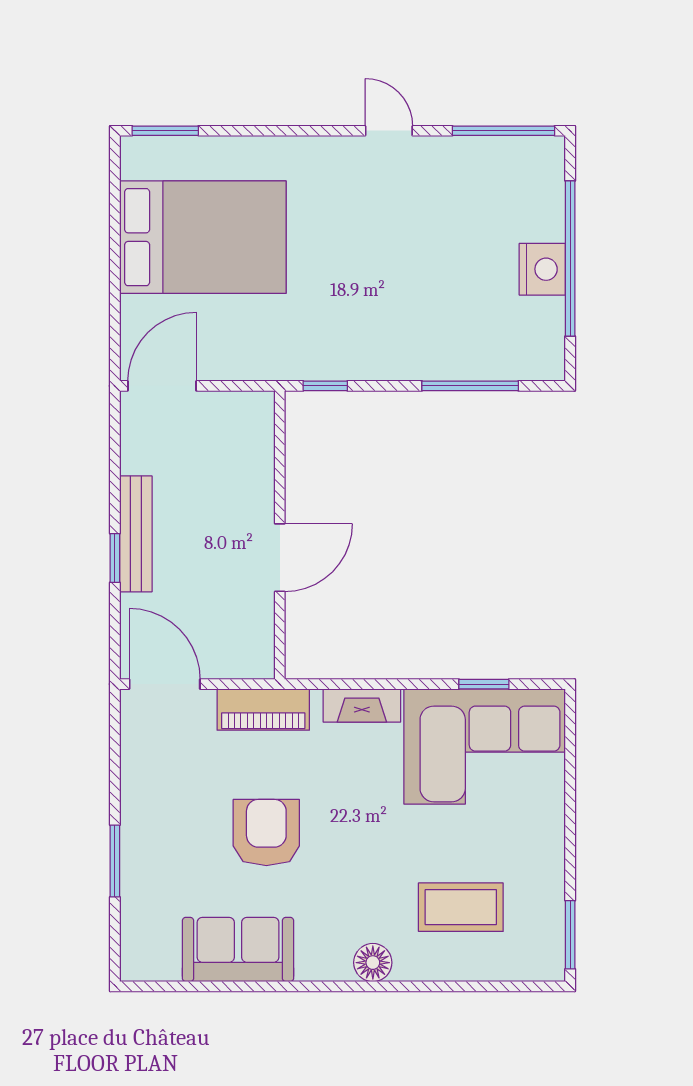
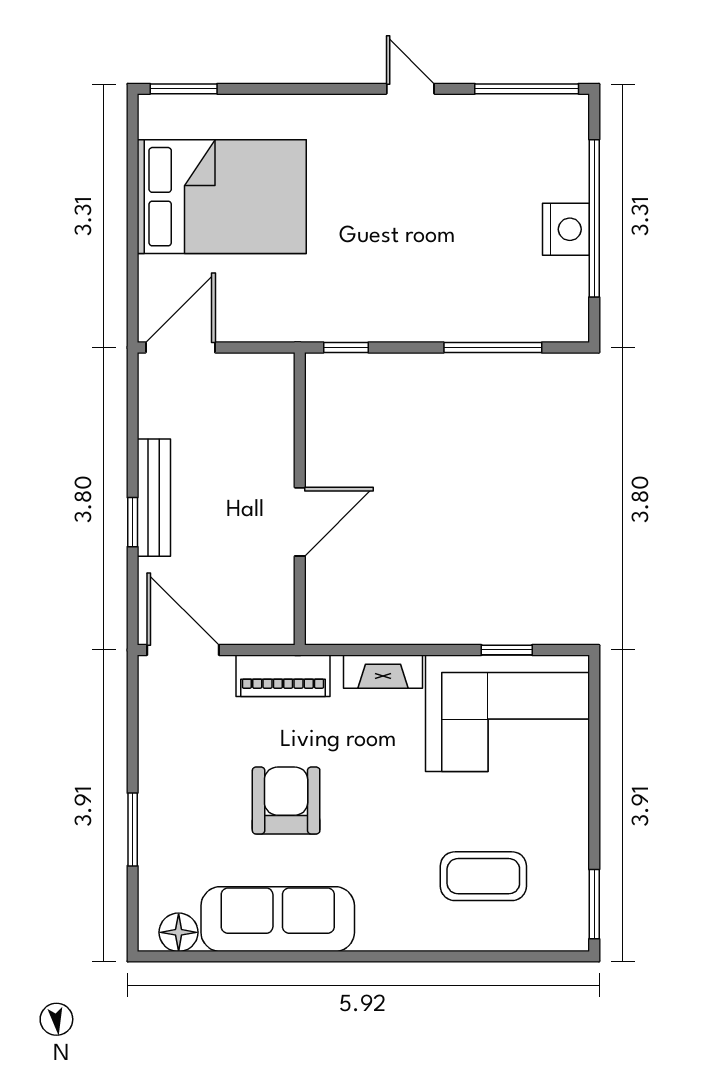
sofa: (238, 949) -> (278, 919), width x1.36
floor lamp: (373, 963) -> (179, 932), moved

